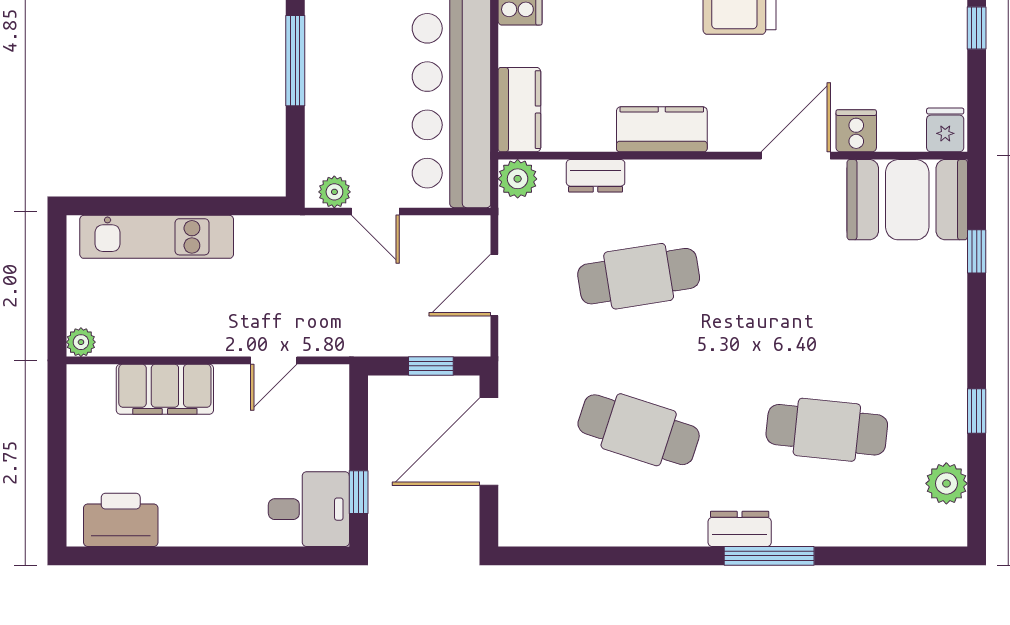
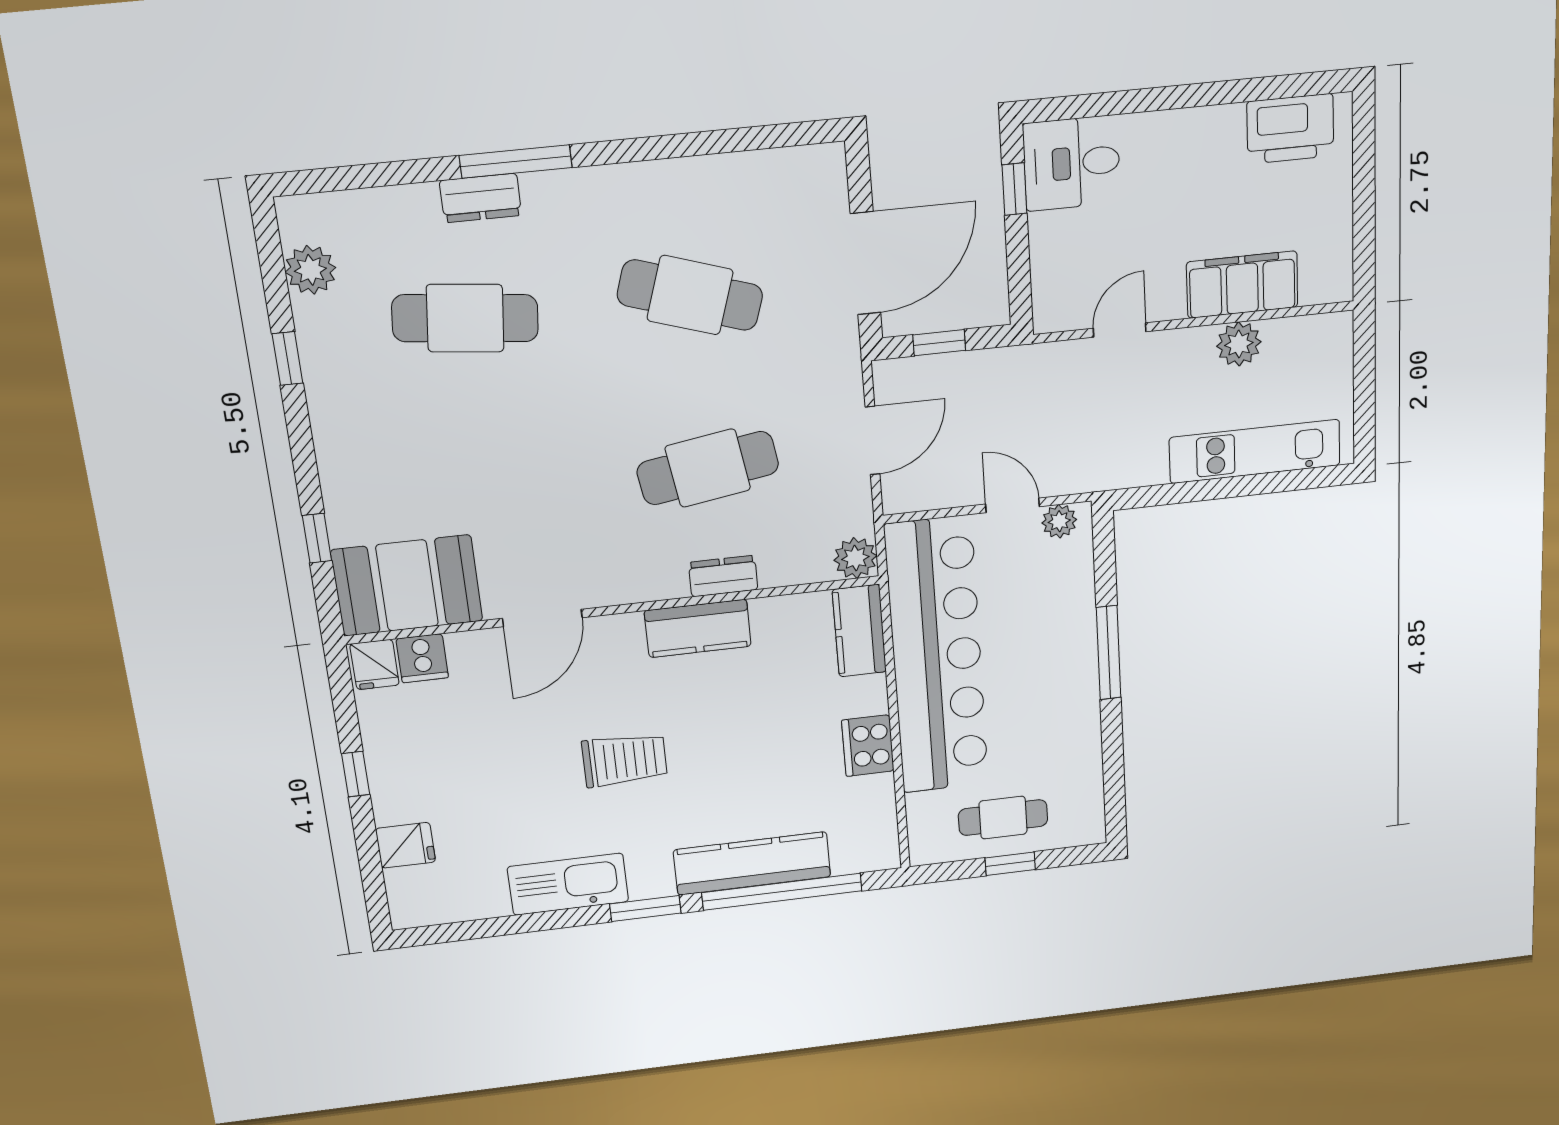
cooker: (856, 131) -> (422, 658), moved
dresser: (596, 176) -> (723, 576), moved
plant: (81, 342) -> (1239, 344), moved, width x1.38, depth x1.38
dresser: (740, 529) -> (481, 198), moved

